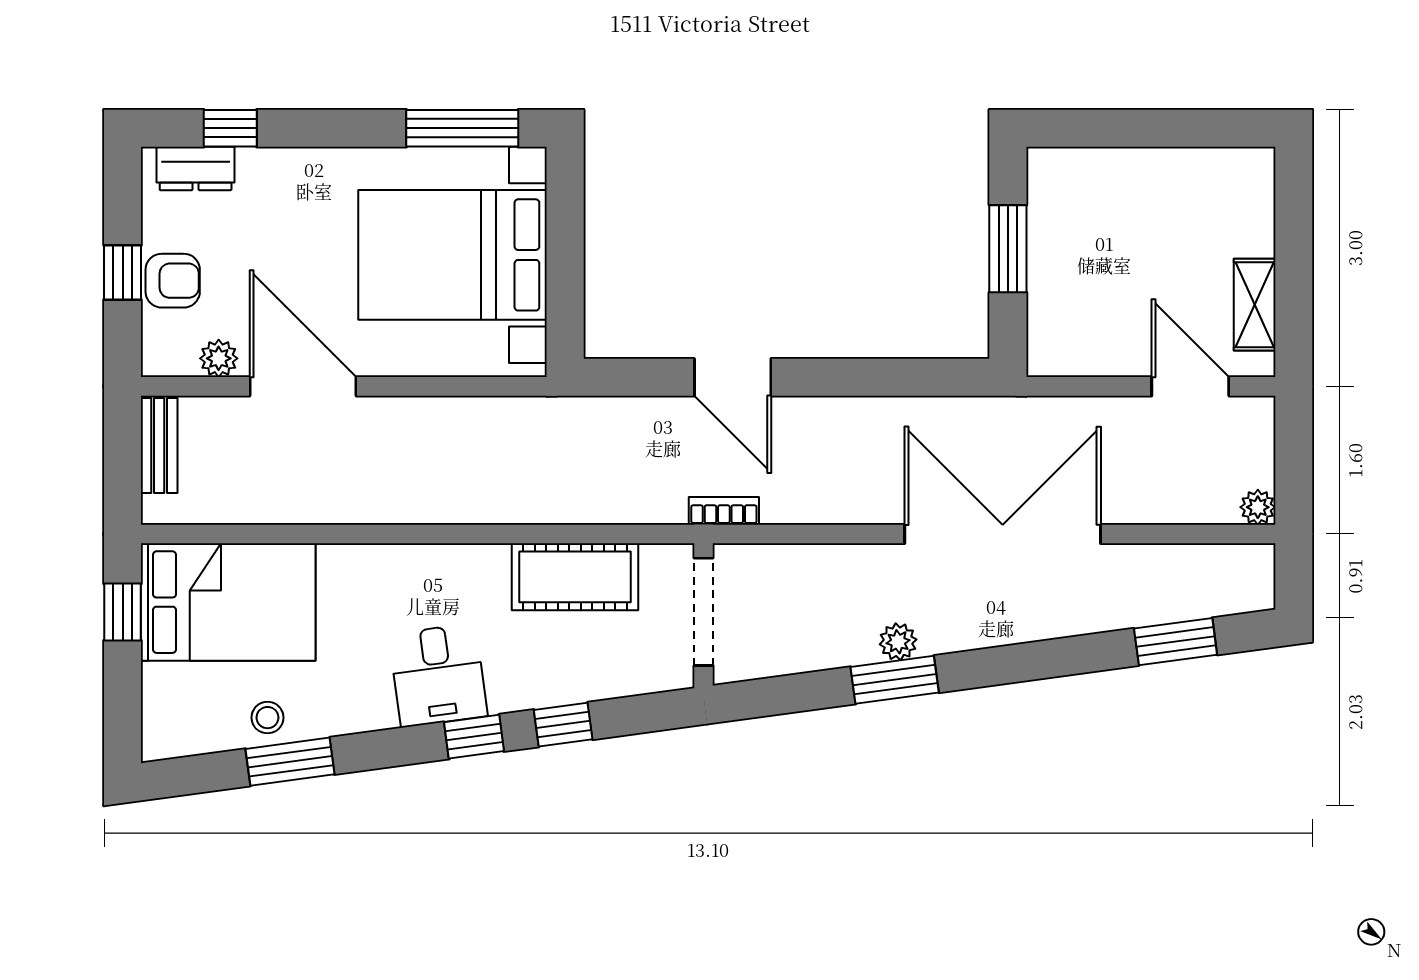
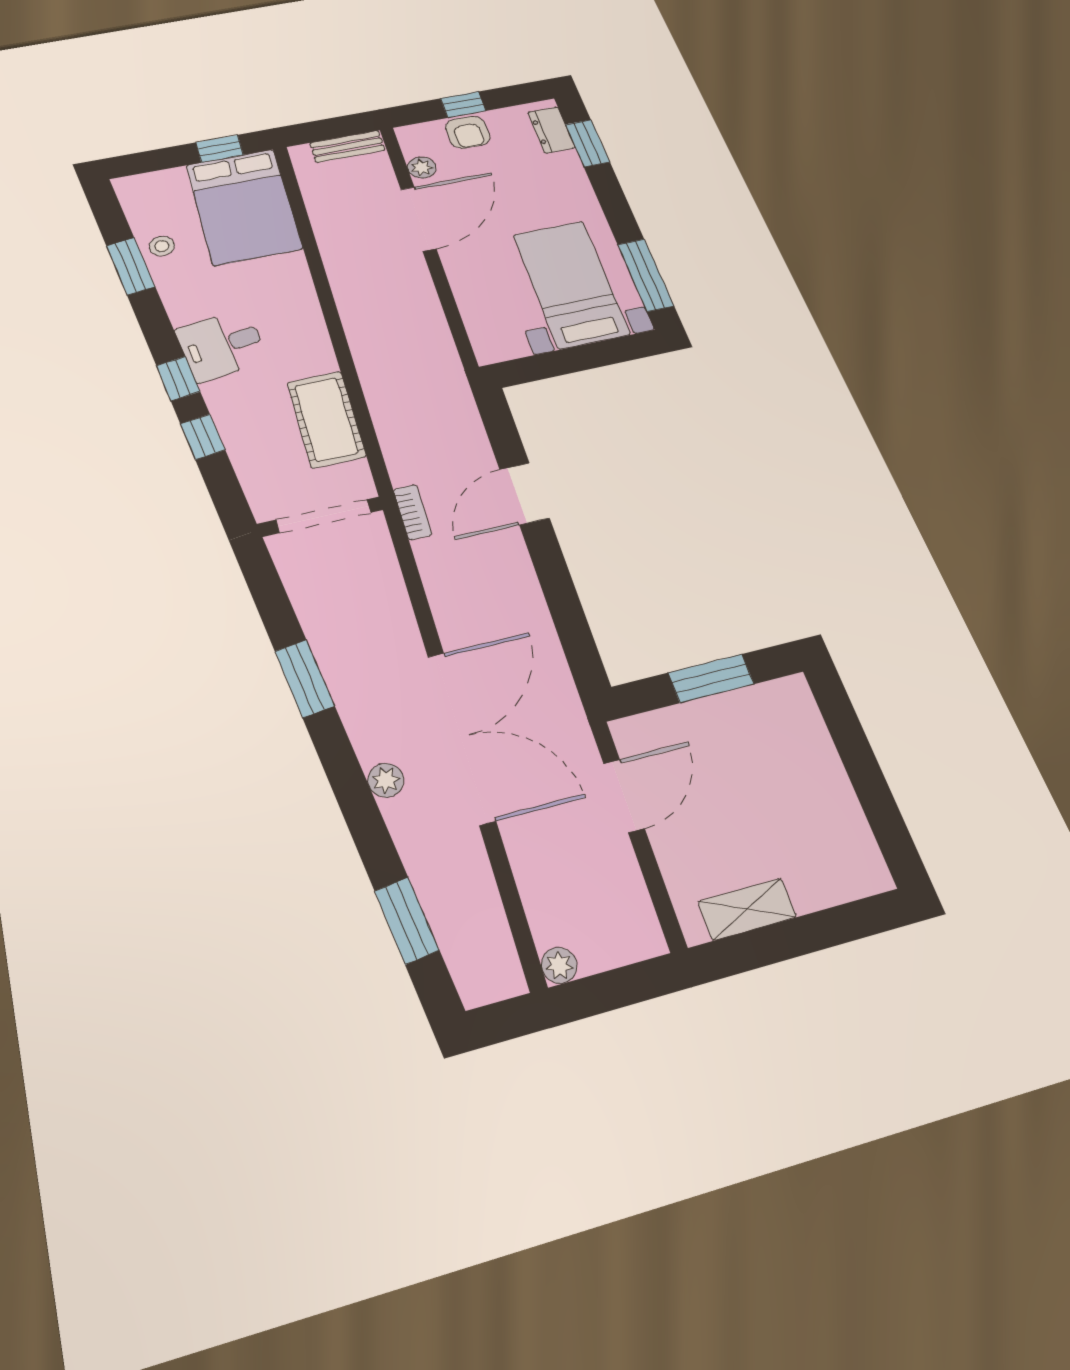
window: (230, 128) -> (587, 143), width x1.50
bed with nightstands: (453, 255) -> (571, 284), width x0.73
door: (1190, 386) -> (624, 796), moved
plant: (898, 642) -> (386, 780), moved

